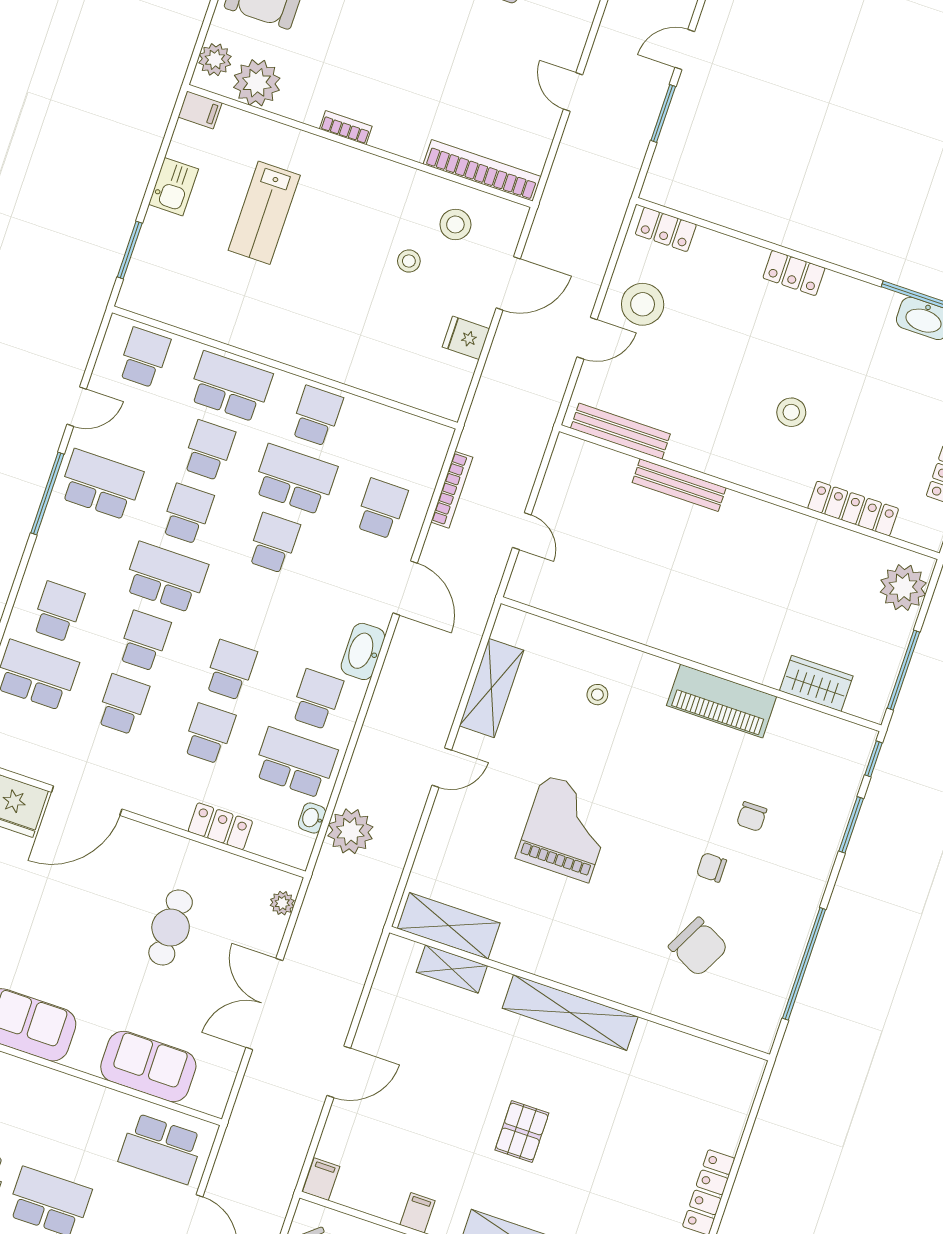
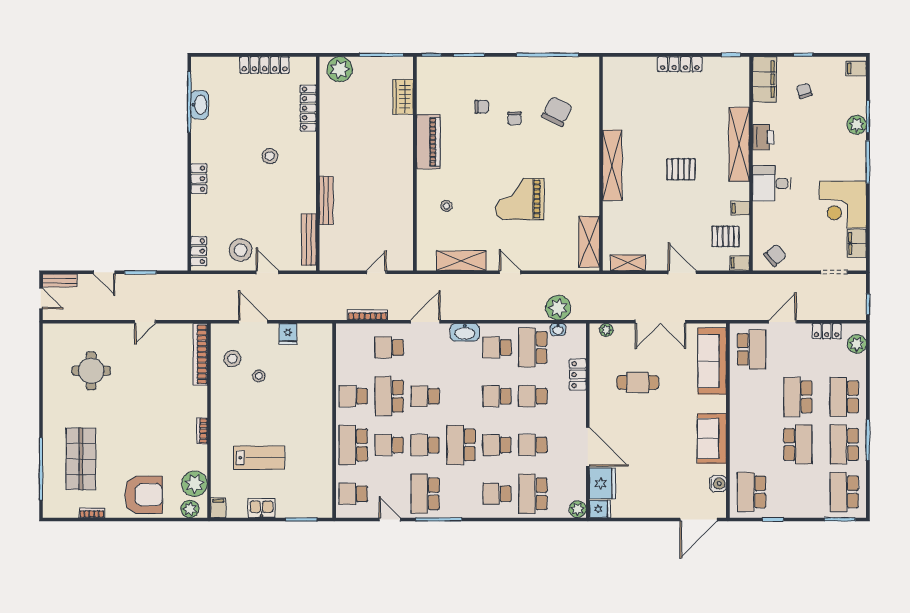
shelving: (452, 969) -> (628, 263), moved, turned 90
sofa: (148, 1067) -> (712, 361), width x1.36
pallet: (376, 1170) -> (726, 236), added

